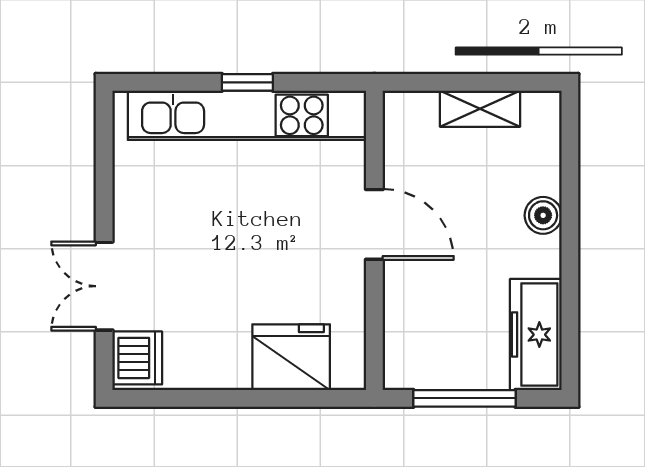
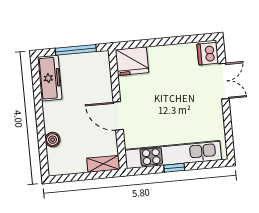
shelving: (480, 109) -> (103, 164), moved
boiler: (543, 215) -> (53, 140), moved
fridge: (291, 357) -> (132, 61), moved

